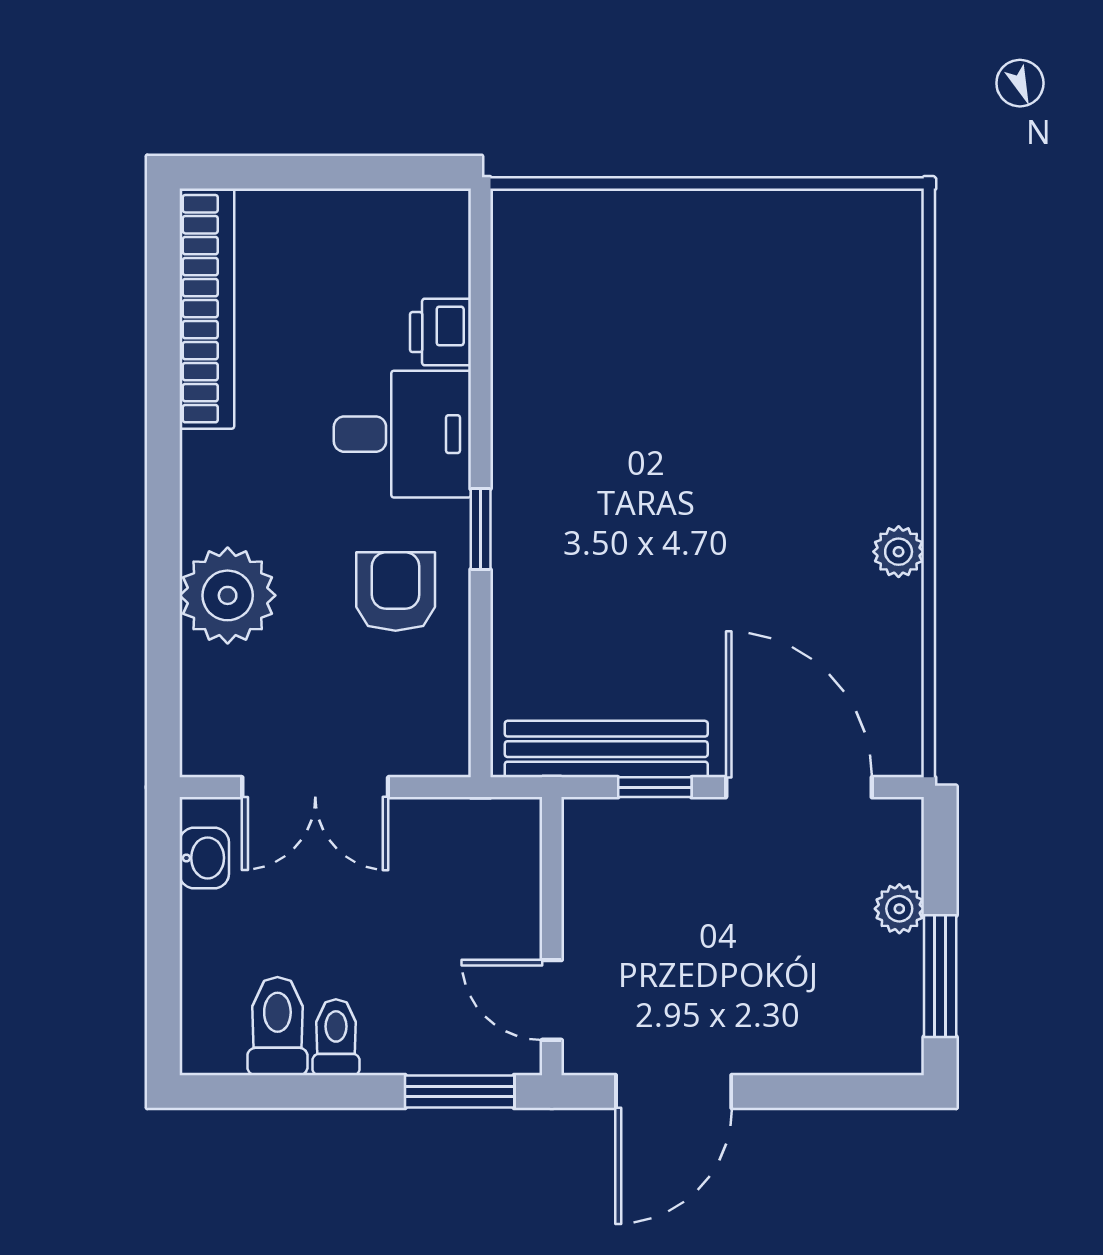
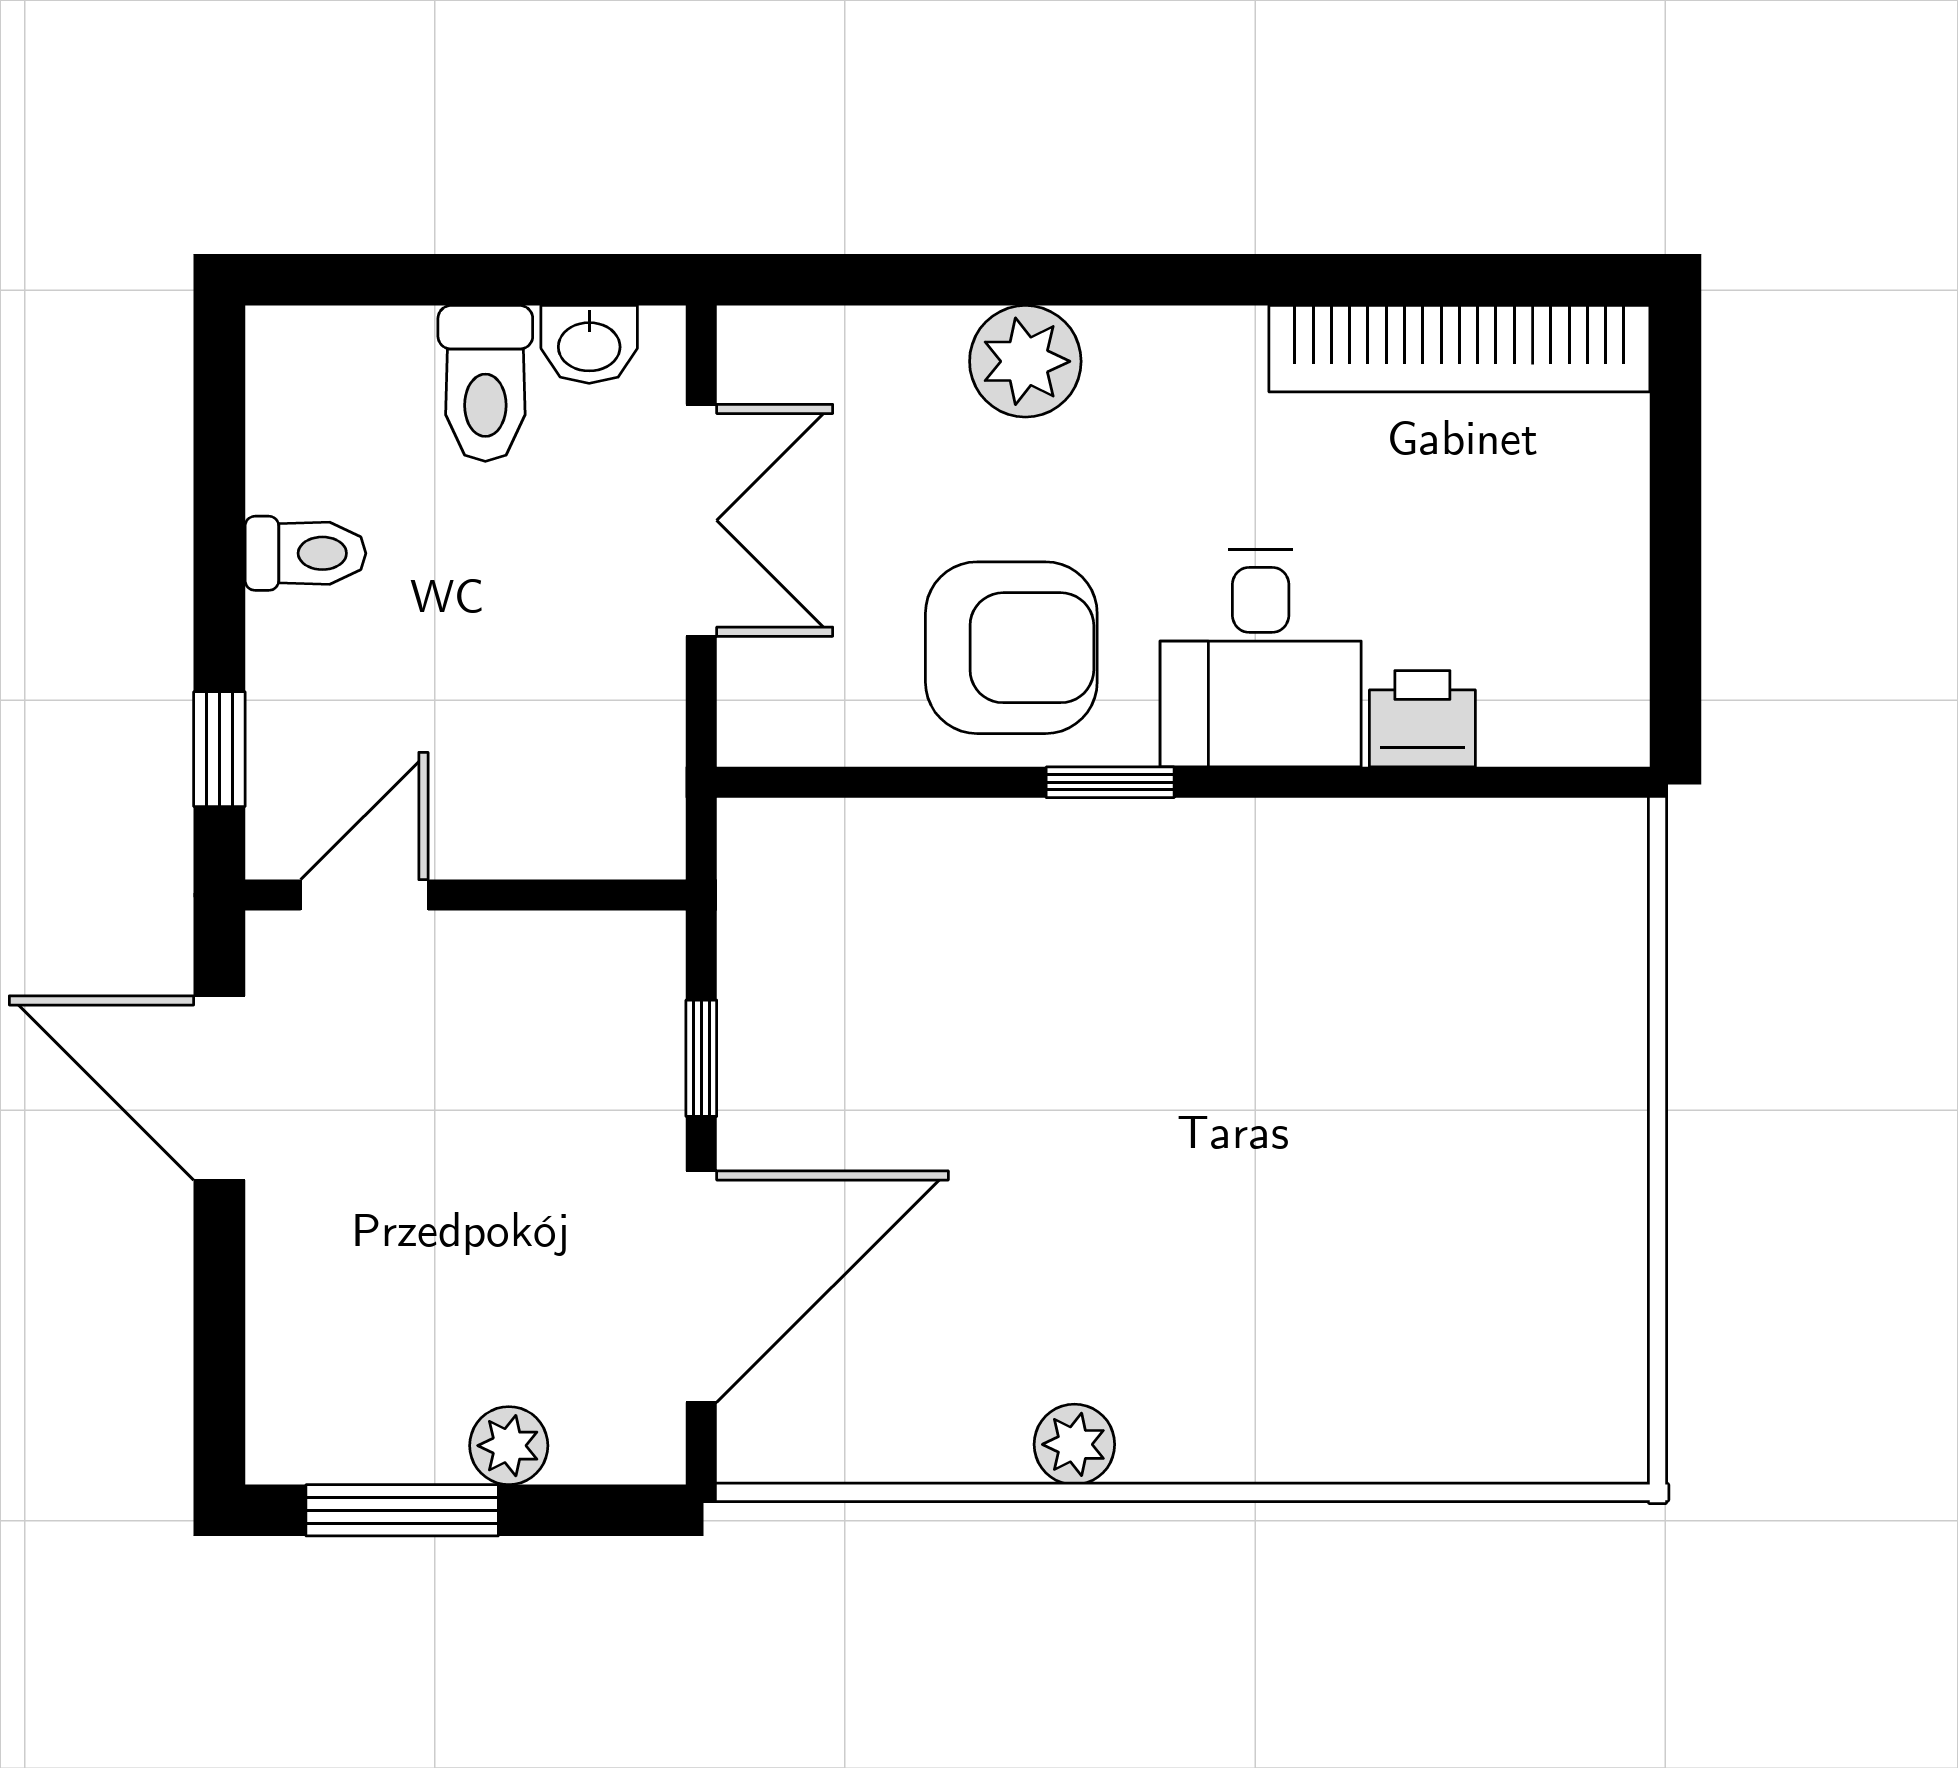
armchair: (396, 592) -> (1011, 648), width x1.38, depth x1.38
plant: (228, 595) -> (1025, 361), width x0.73, depth x0.73
bench: (606, 749) -> (762, 981), removed
double door: (315, 787) -> (701, 520), swing flipped
toilet: (277, 1026) -> (485, 383), moved, turned 90
window: (460, 1091) -> (219, 749), width x0.67

